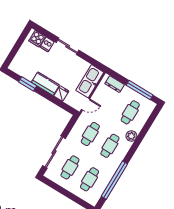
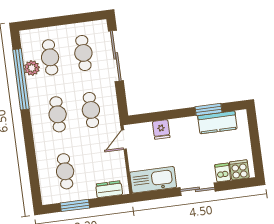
kitchen sink: (90, 81) -> (153, 180), moved, turned -90
kitchen counter: (45, 84) -> (217, 122), moved
window: (140, 90) -> (75, 205), width x0.69
plant: (131, 136) -> (32, 68), moved

